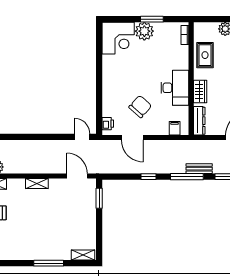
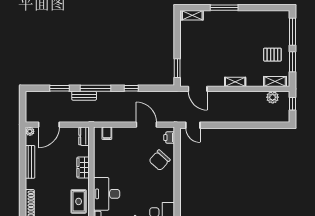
desk: (175, 88) -> (107, 194), moved
chair: (140, 107) -> (160, 160), moved
dresser: (199, 121) -> (84, 136), width x0.70

